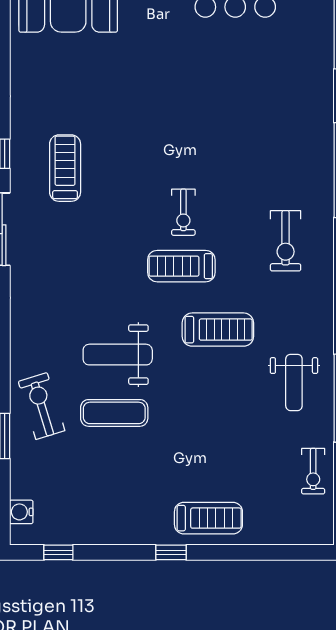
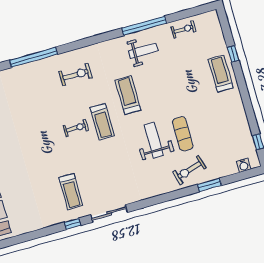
treadmill: (65, 168) -> (71, 192), turned -90
weight bench: (118, 355) -> (154, 140), turned 180
window: (171, 552) -> (233, 54), moved

